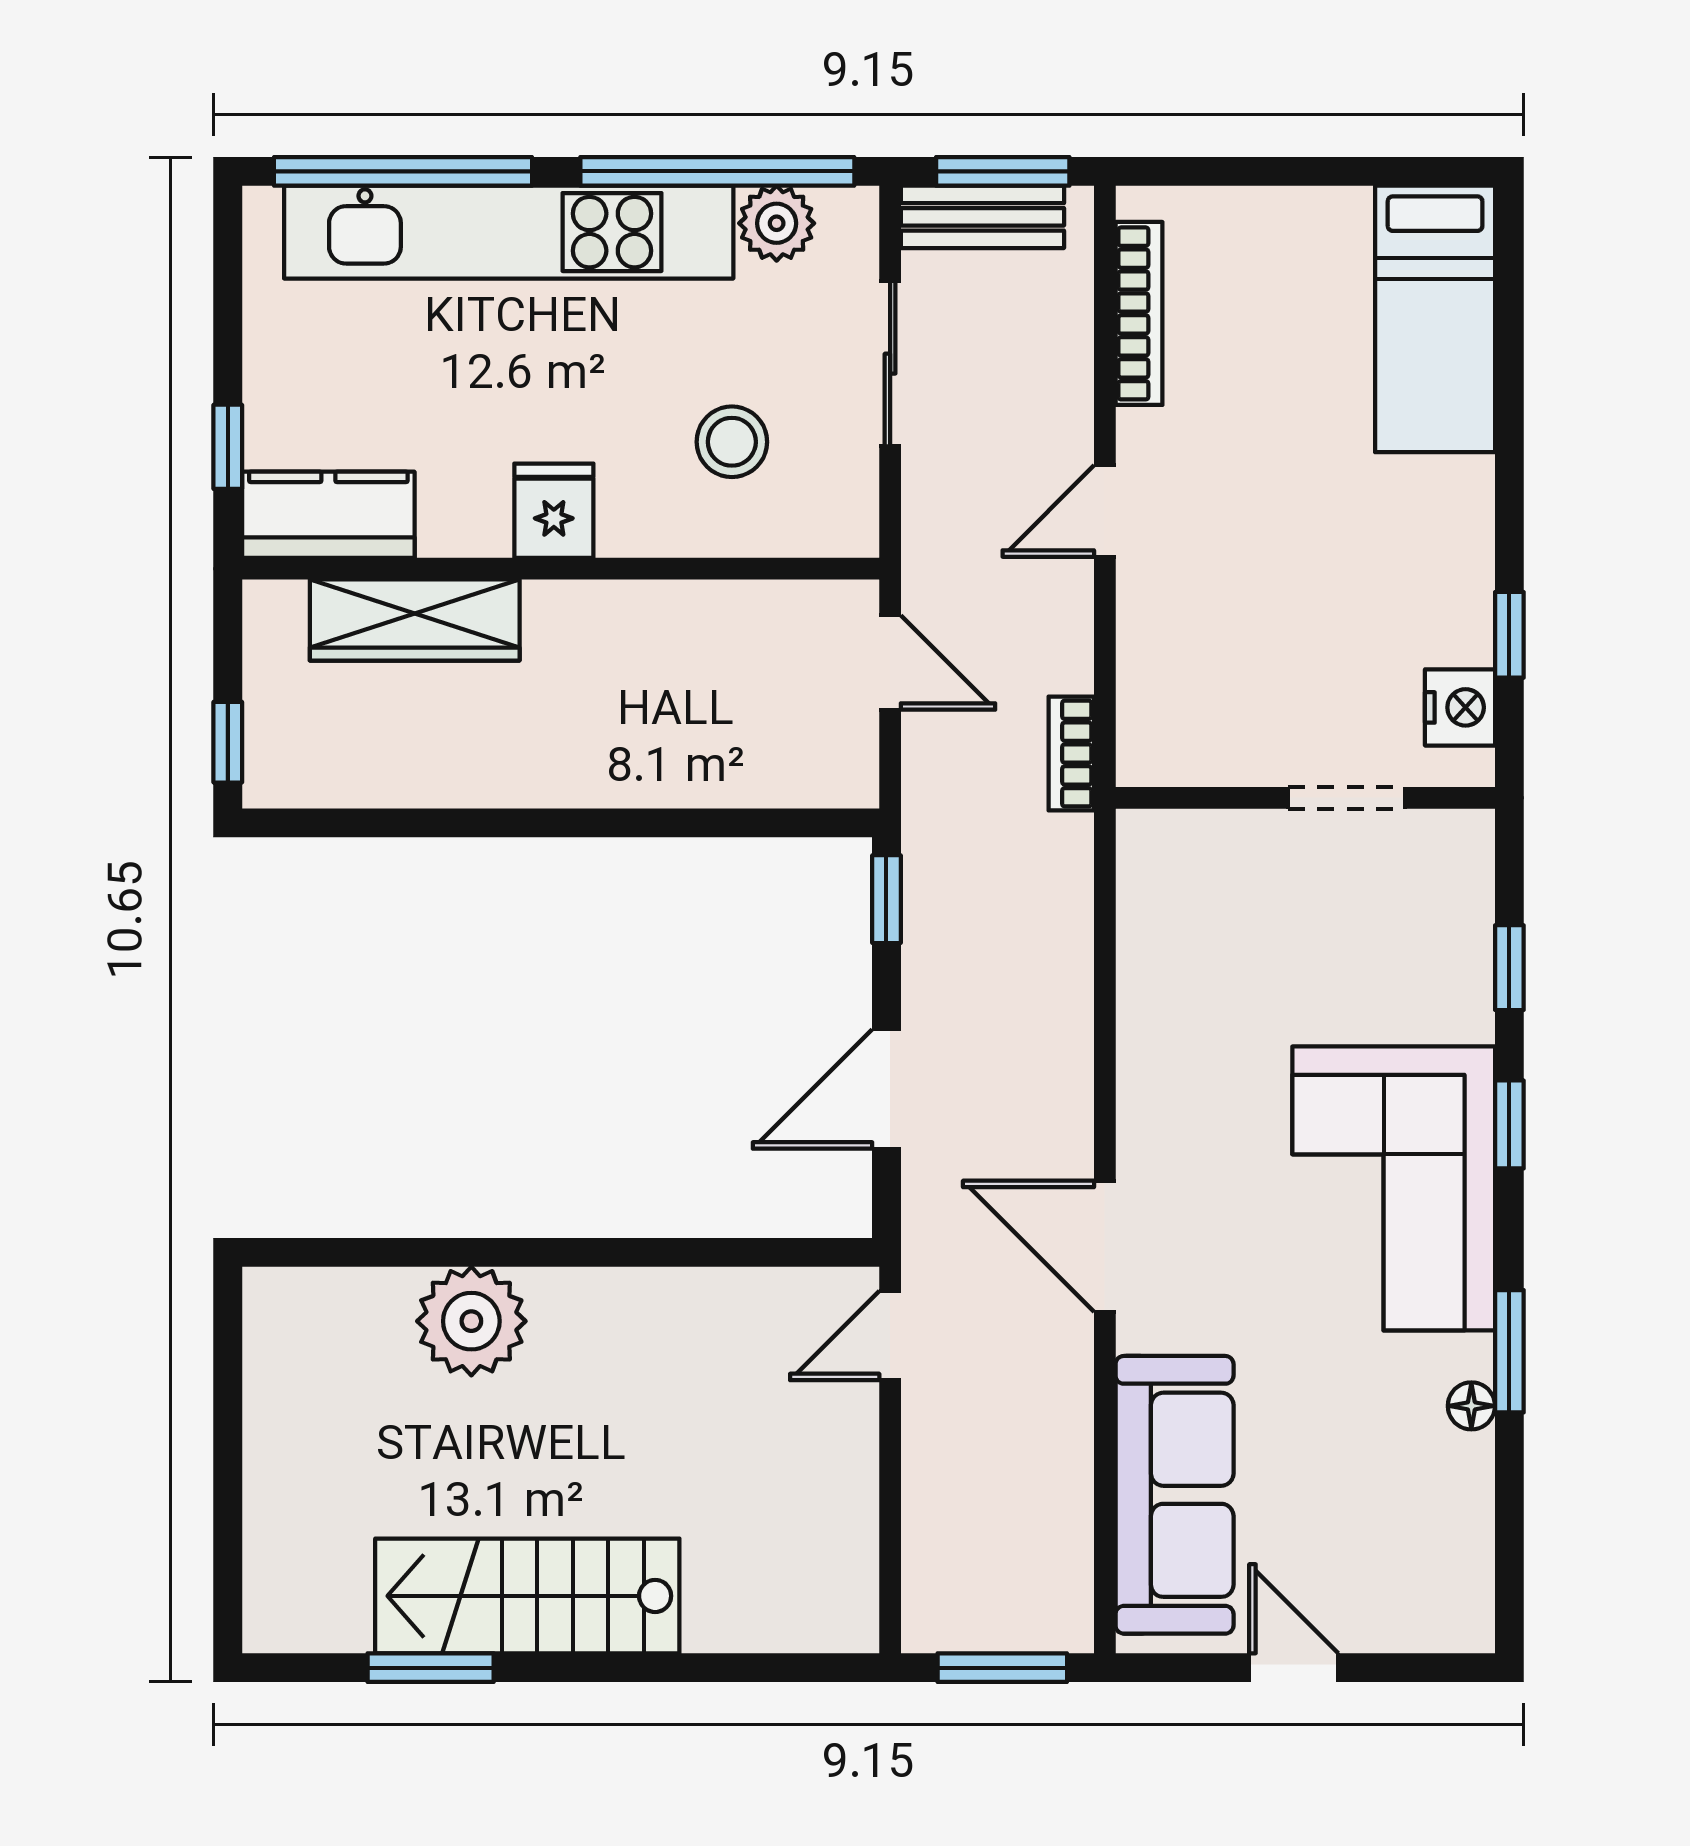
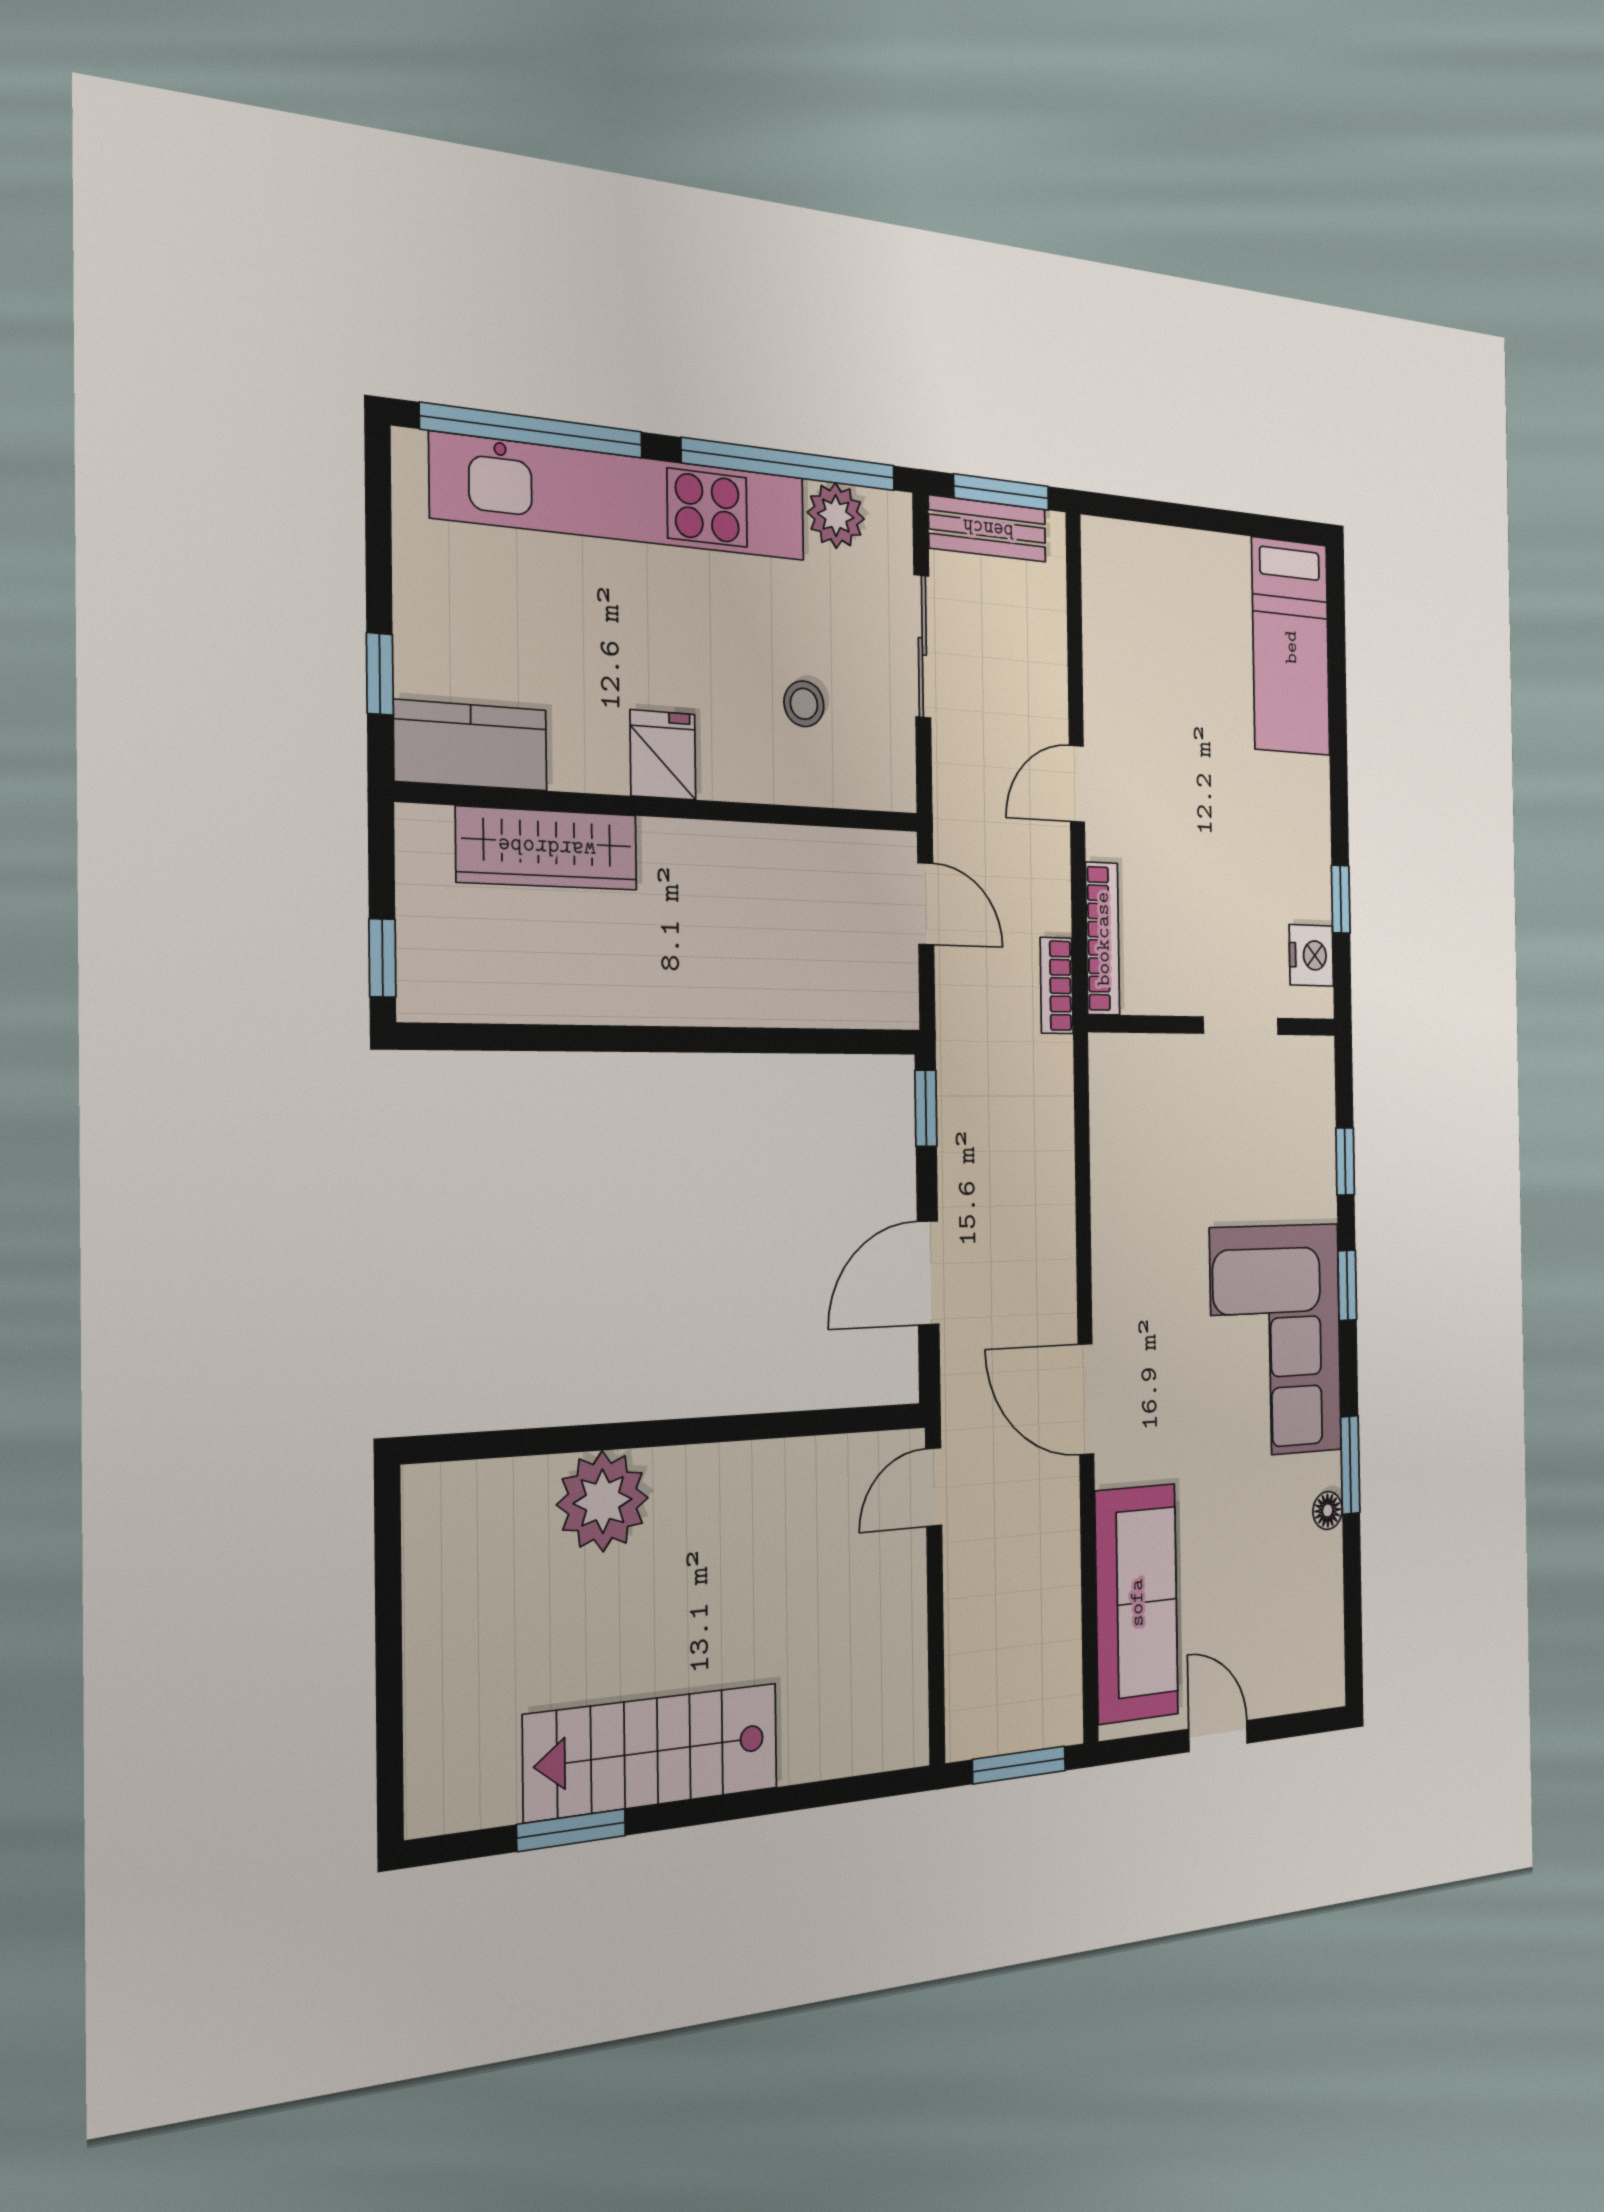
bookcase: (1139, 313) -> (1103, 939), moved
stool: (732, 442) -> (804, 704), width x0.73, depth x0.73

